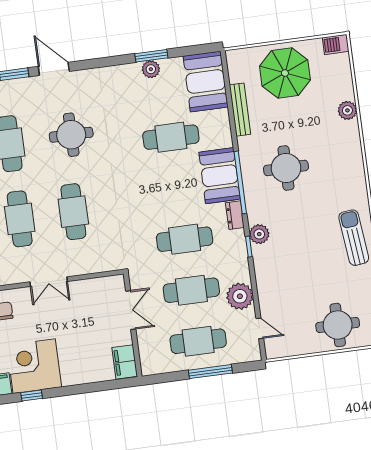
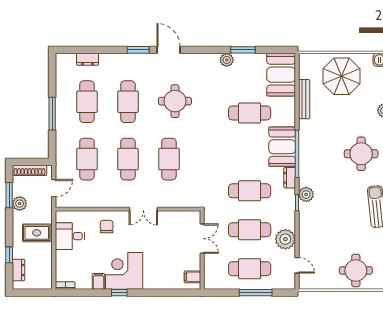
plant: (151, 69) -> (227, 60), moved
round table: (286, 168) -> (361, 154), moved
filing cabinet: (125, 362) -> (192, 277), width x0.50

